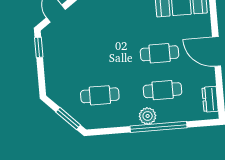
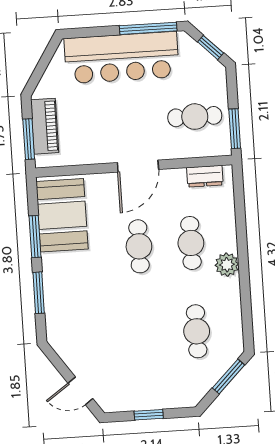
window: (39, 47) -> (149, 415), moved
window: (158, 127) -> (243, 250), removed

